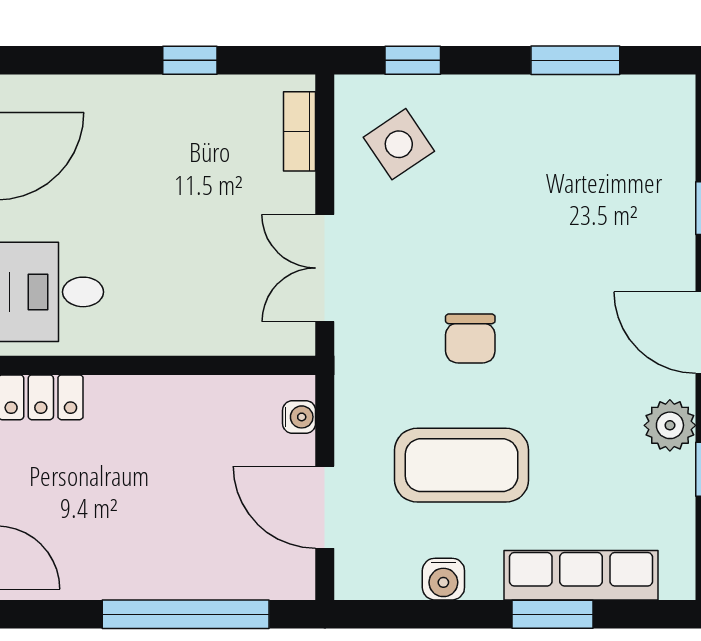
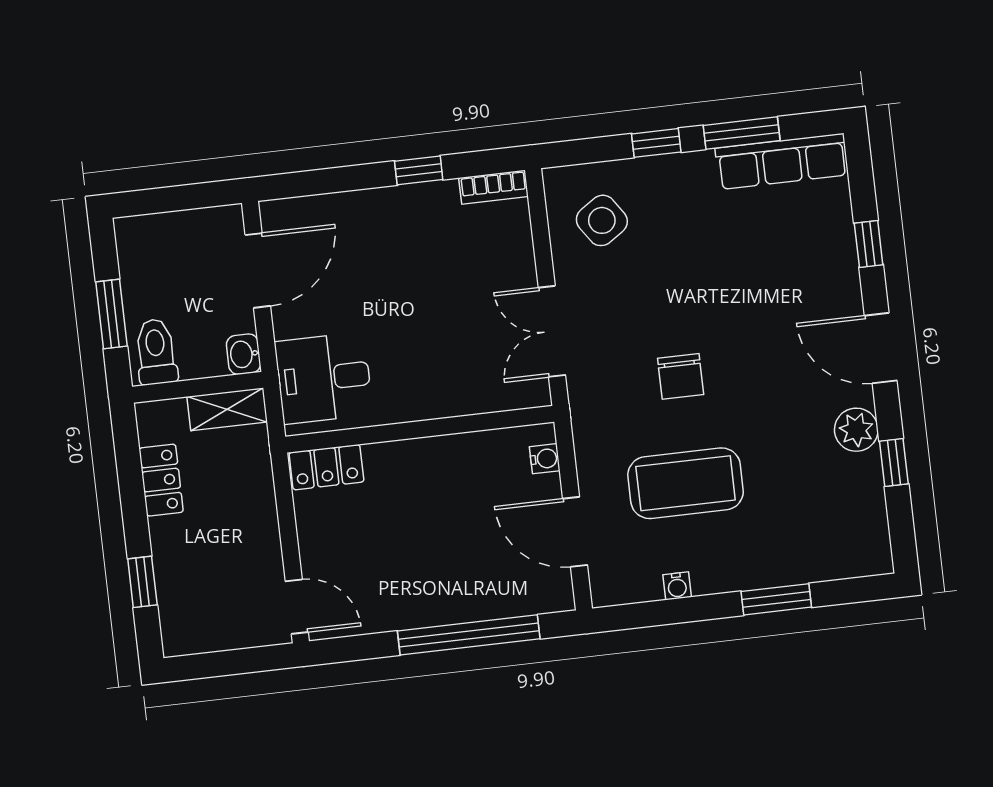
window: (413, 60) -> (656, 143), moved
bookcase: (300, 131) -> (494, 187), moved, turned -90
row of seats: (581, 575) -> (782, 161), moved, turned 180
water cooler: (443, 579) -> (677, 586), width x0.72, depth x0.72

